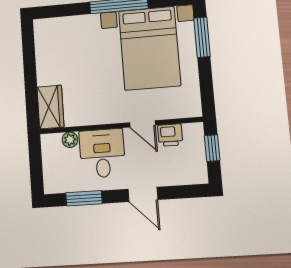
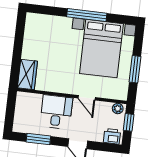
window: (202, 37) -> (135, 69), moved
printer: (170, 135) -> (112, 136), moved, turned 180
plant: (70, 140) -> (118, 109), moved

